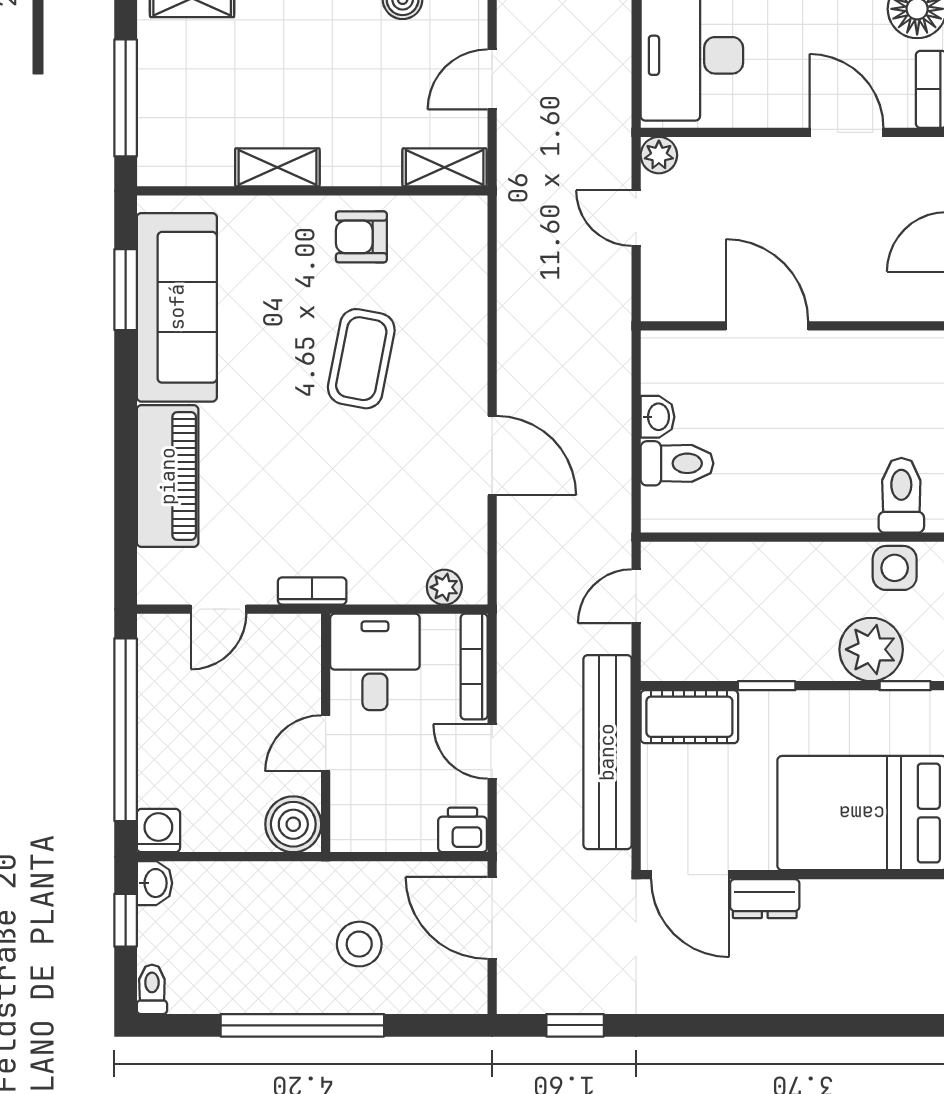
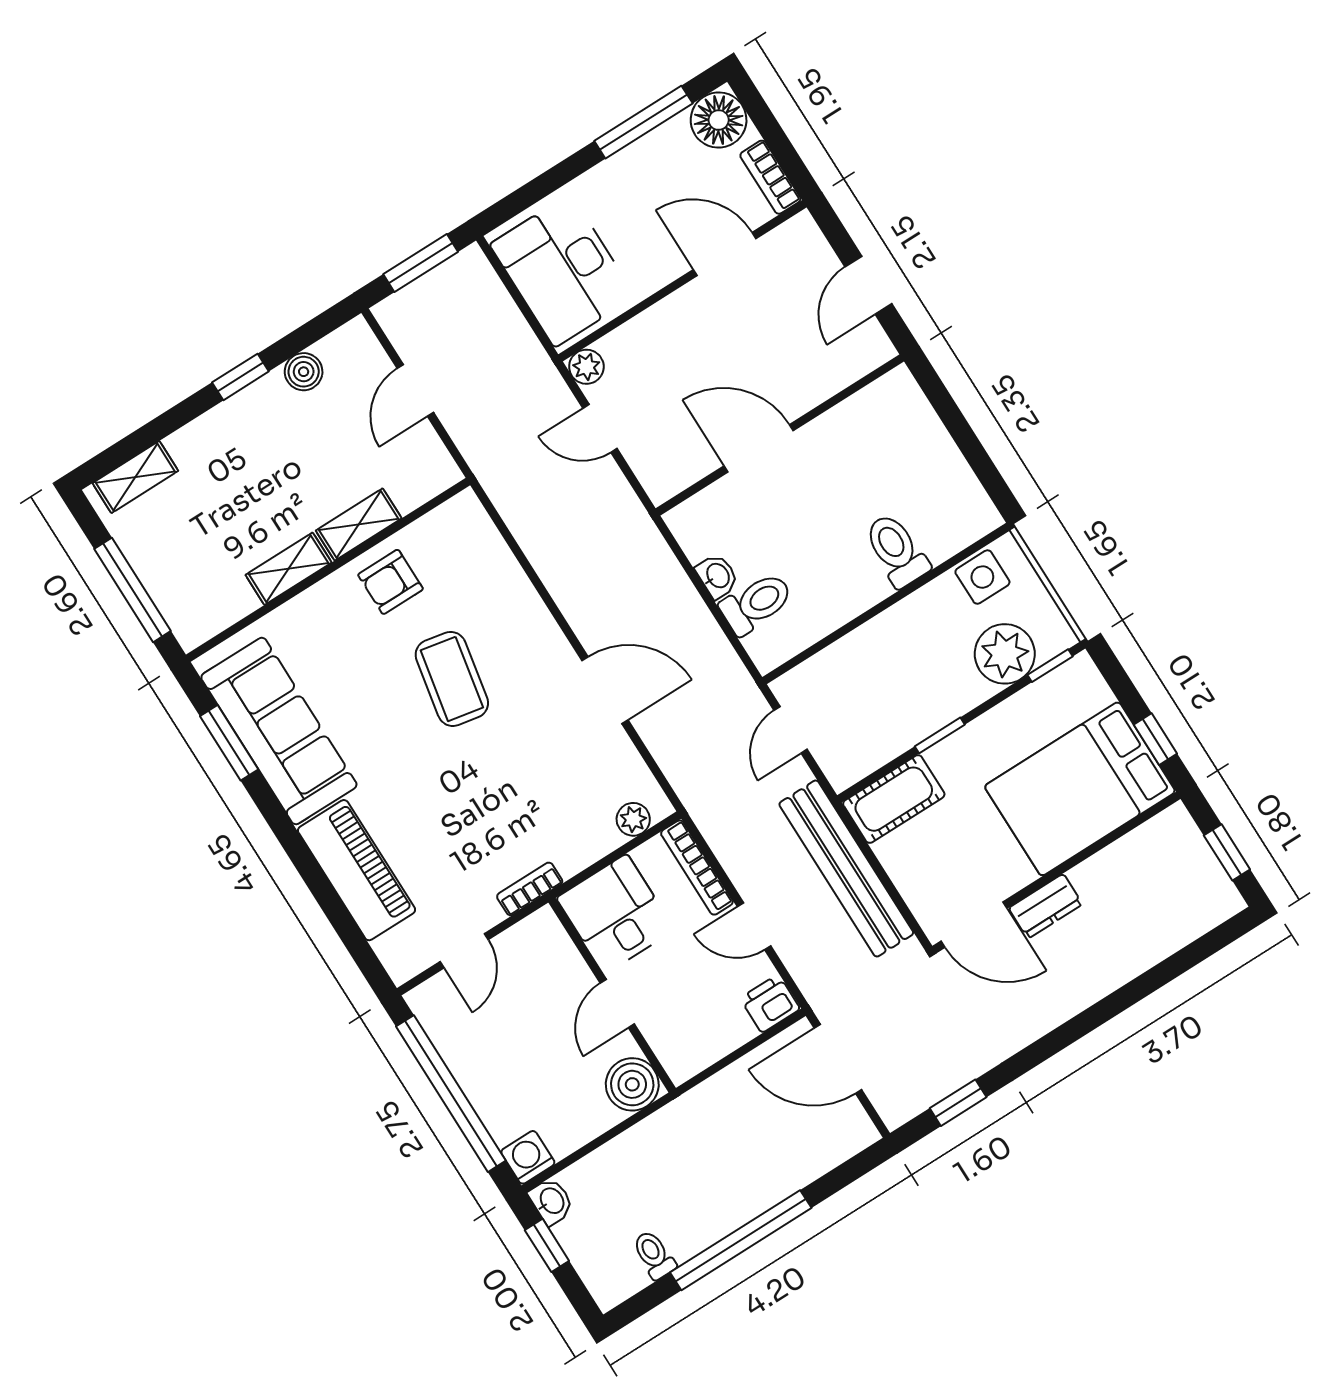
shelving: (445, 167) -> (359, 524), moved
toilet: (901, 495) -> (897, 550), moved
stool: (359, 944) -> (745, 1147), removed
toilet: (152, 989) -> (654, 1255), moved

